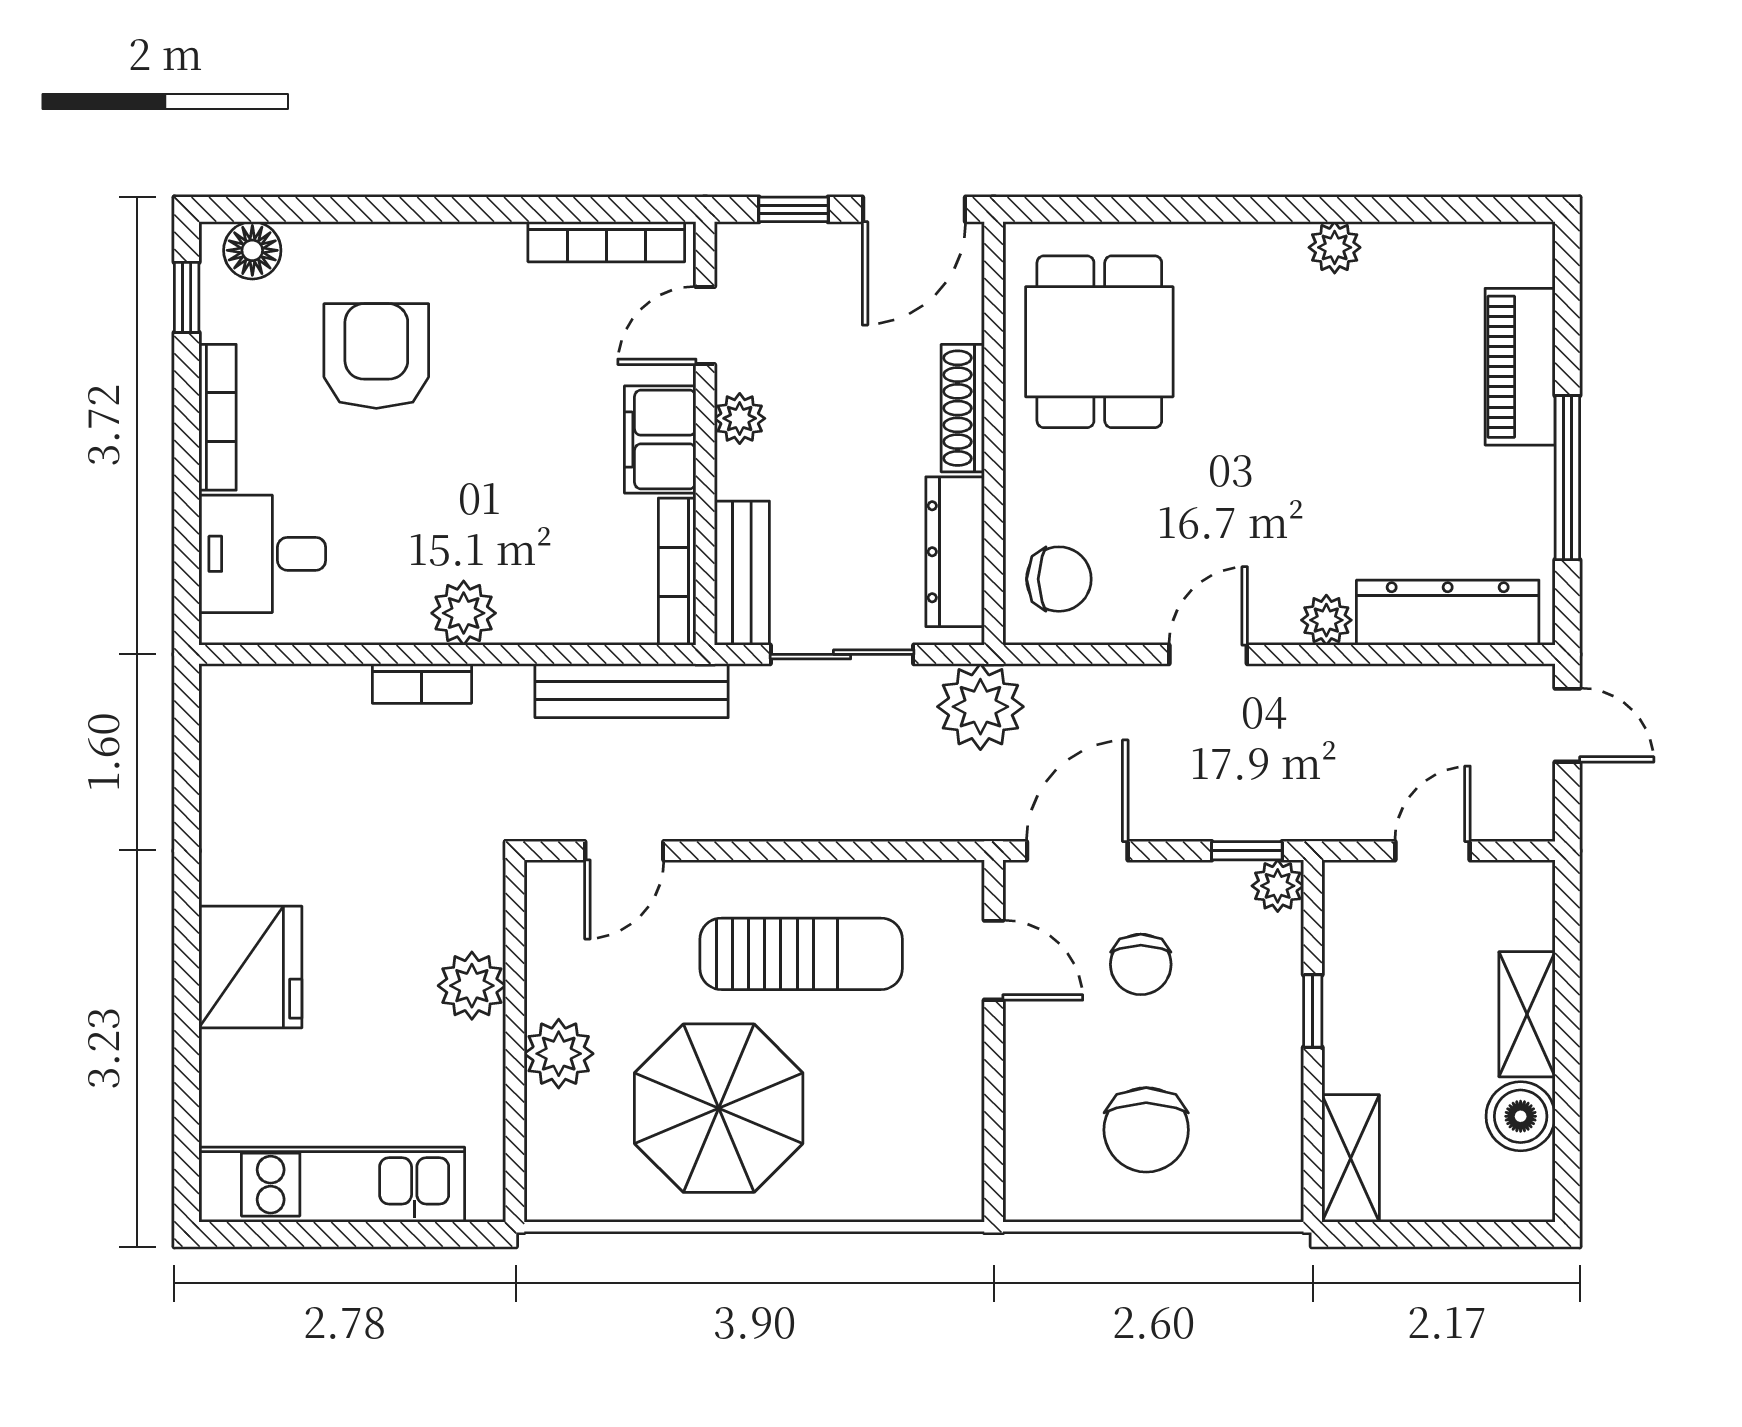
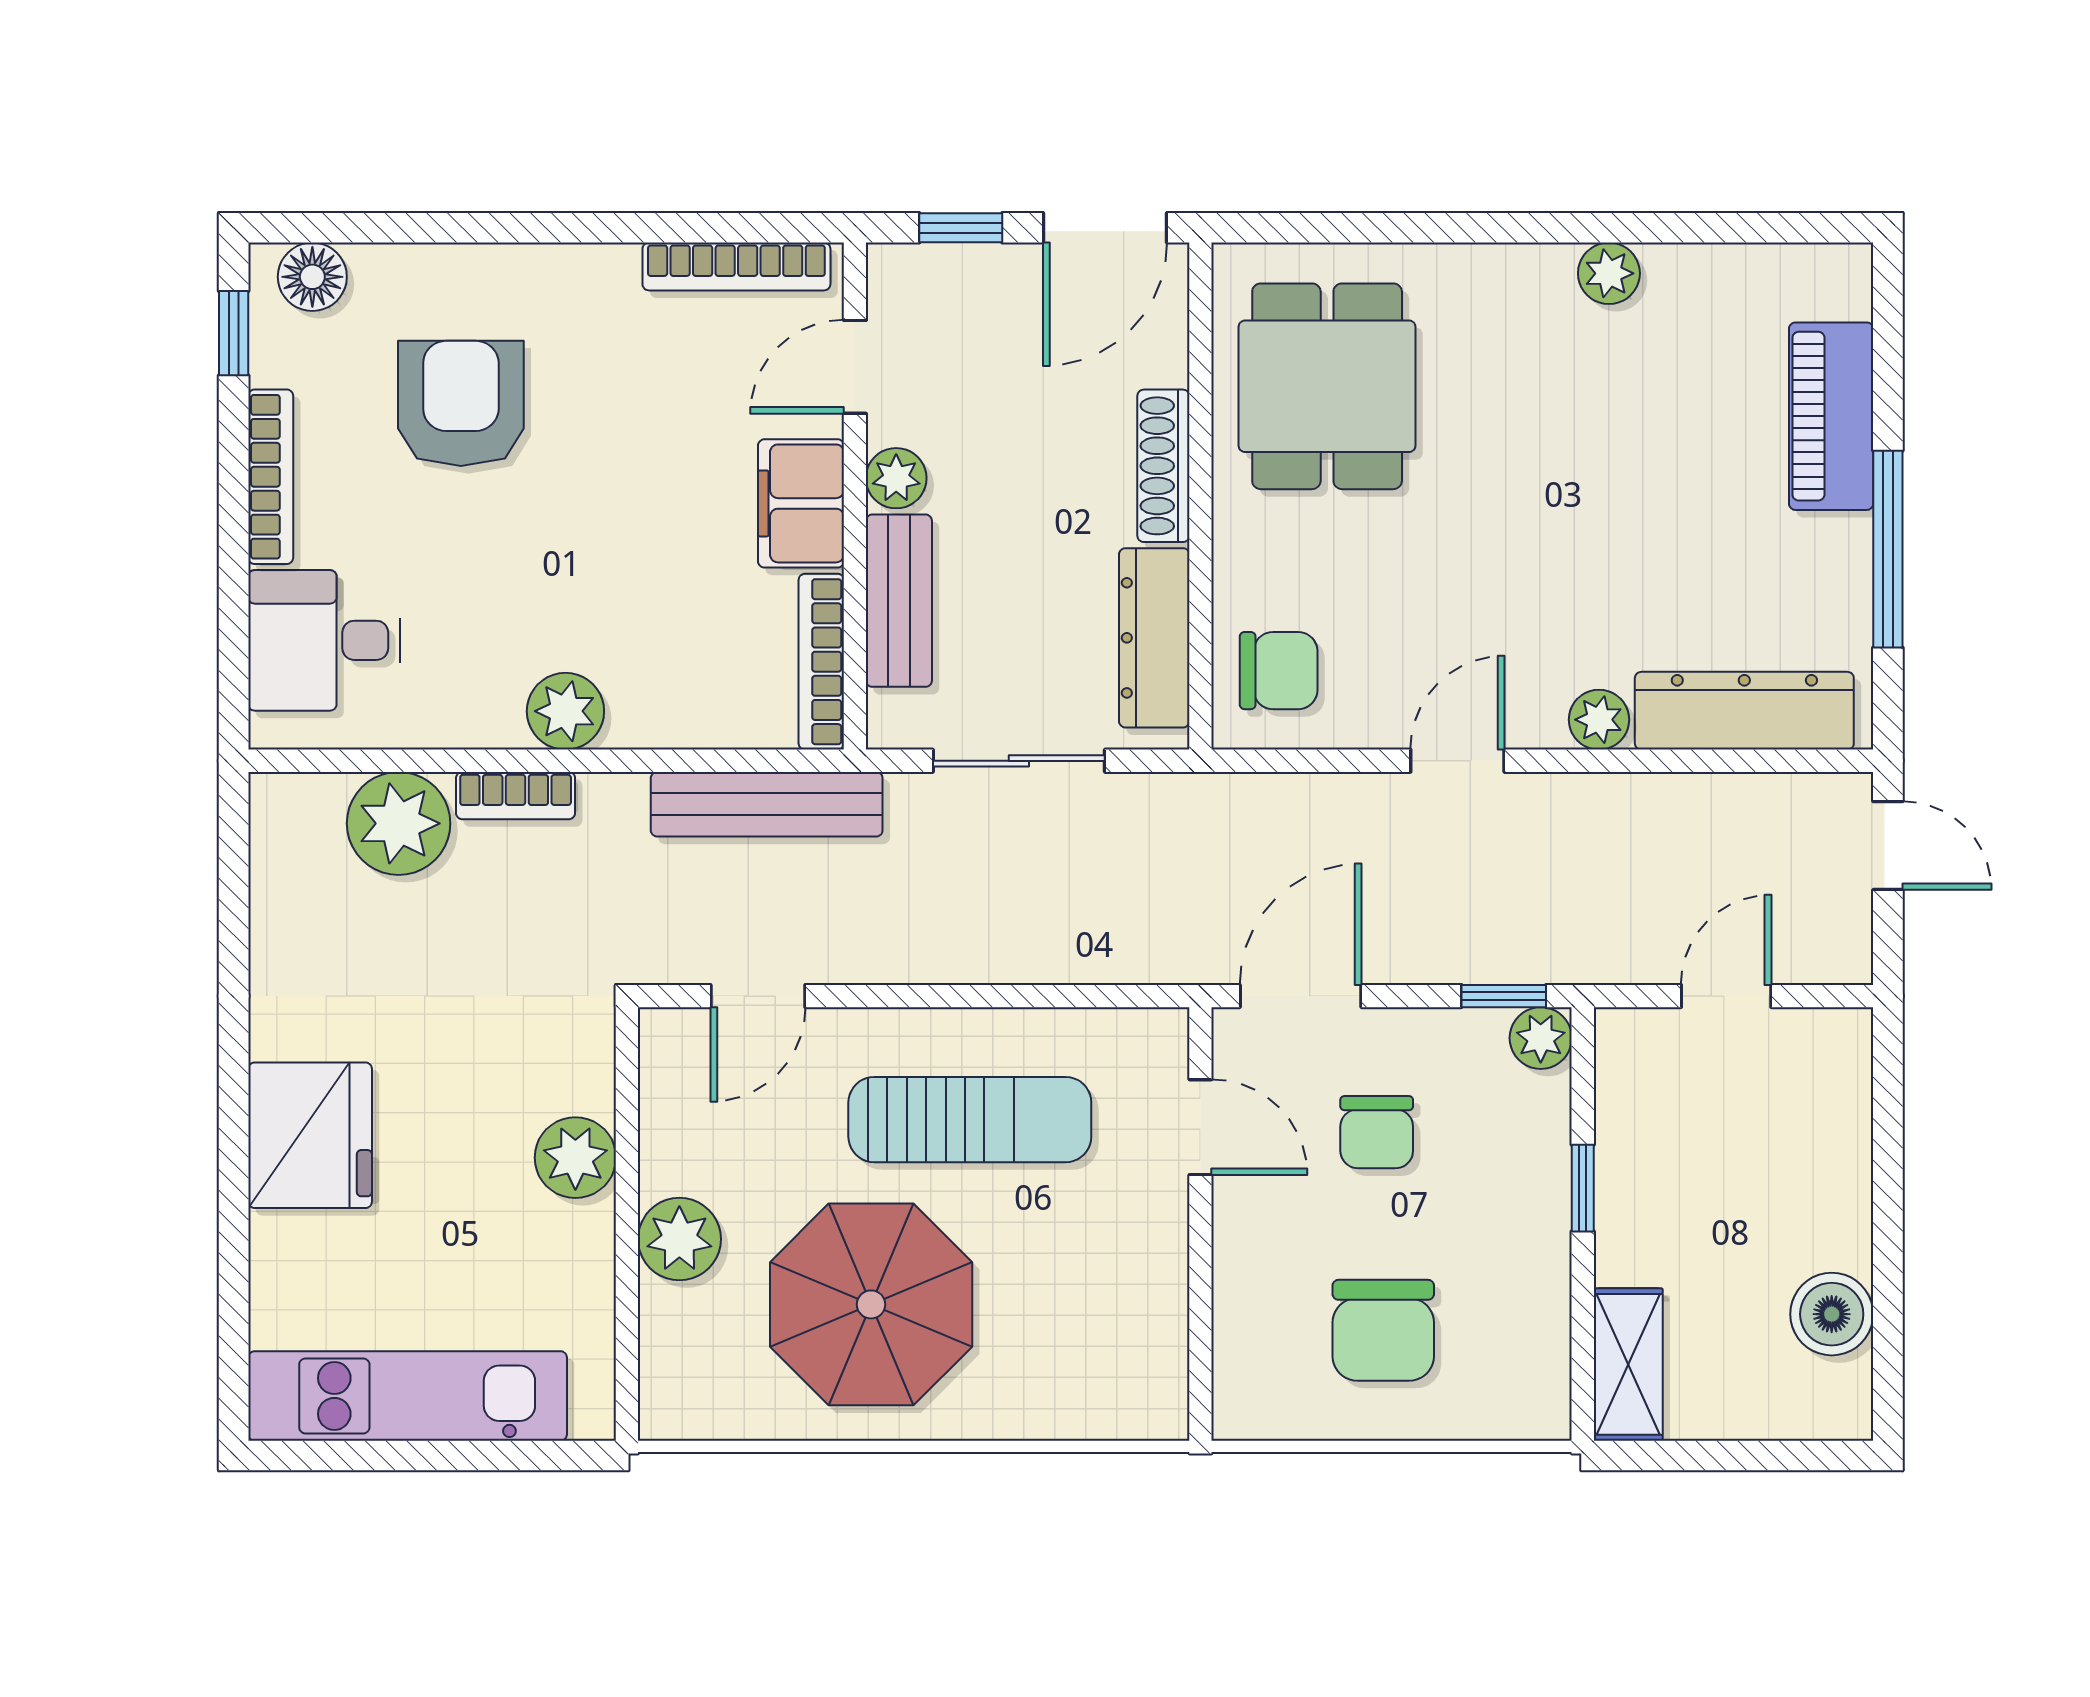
bench: (742, 573) -> (899, 601), moved
plant: (980, 707) -> (399, 823), moved
shelving: (1527, 1014) -> (1839, 1192), removed

